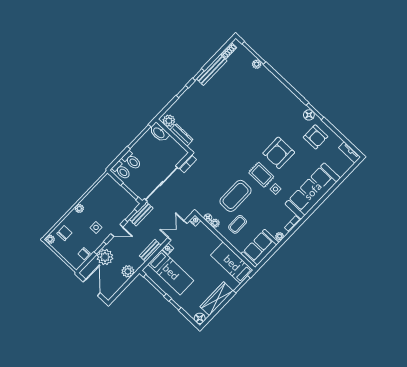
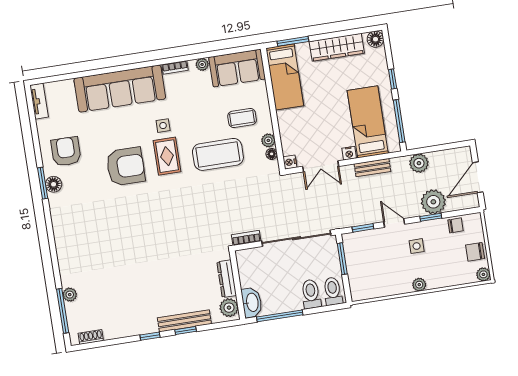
bench: (212, 70) -> (184, 321), moved
bench: (141, 214) -> (349, 220), removed
chair: (64, 233) -> (475, 252), moved

